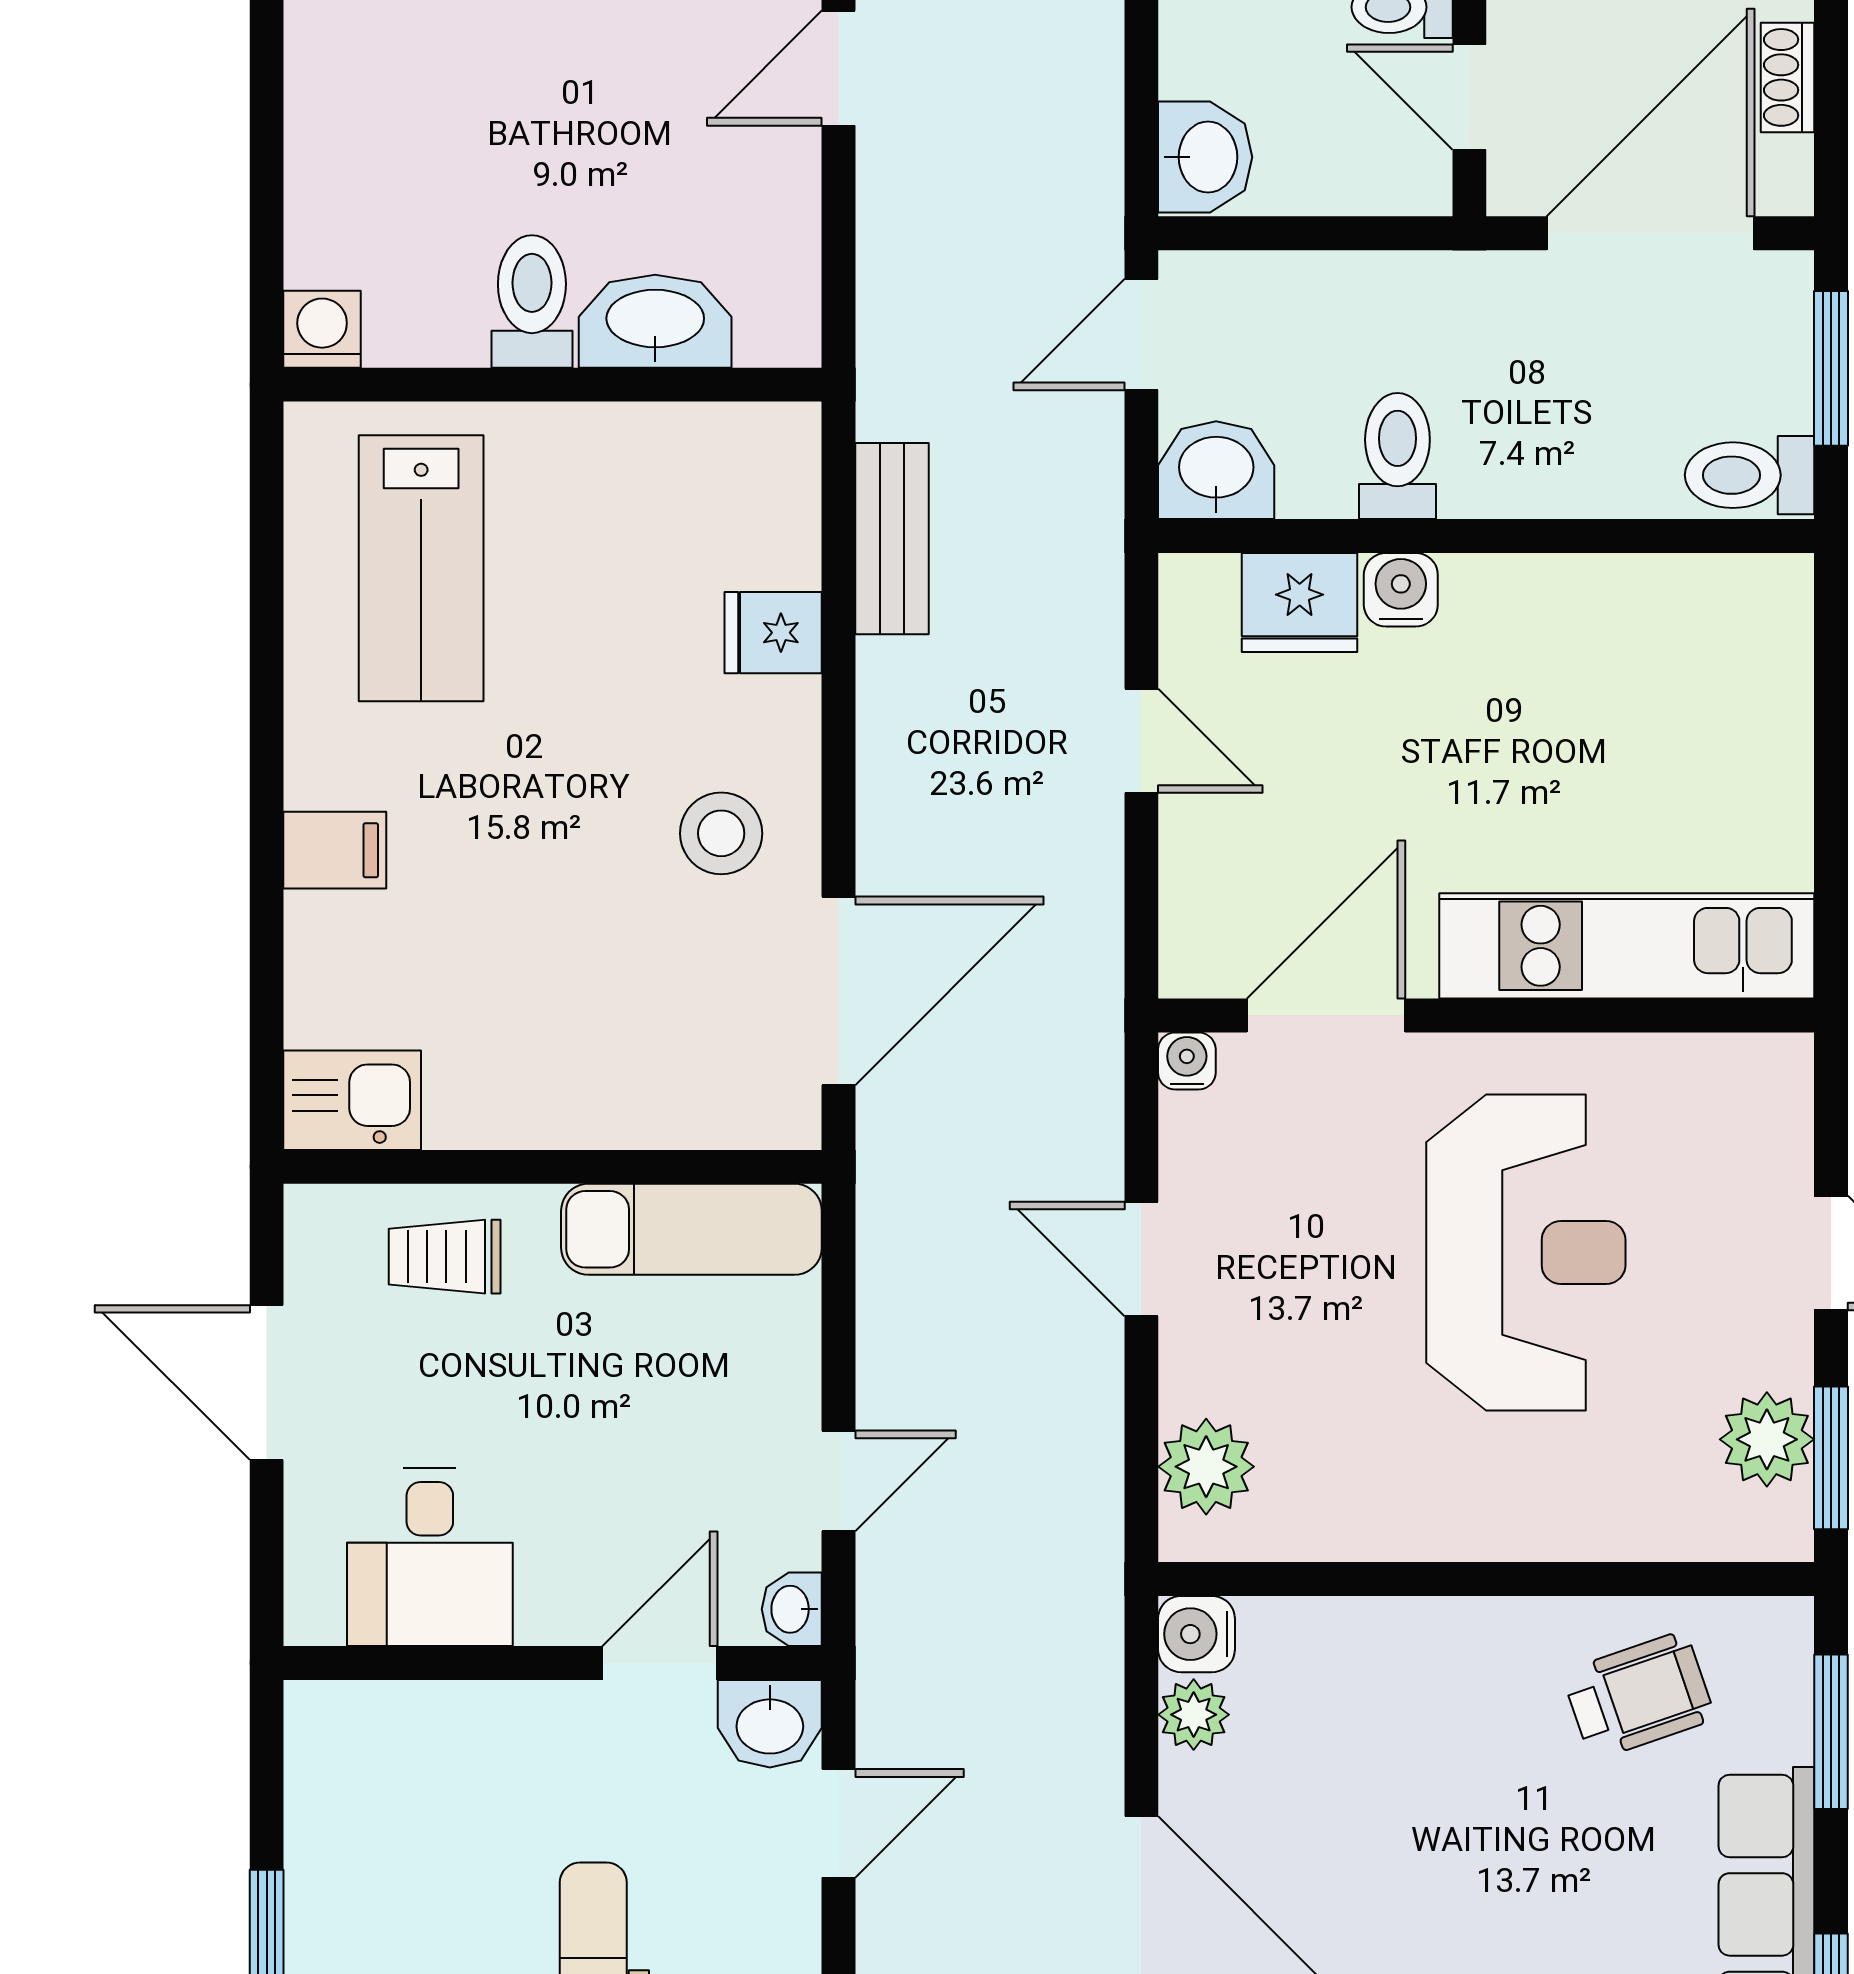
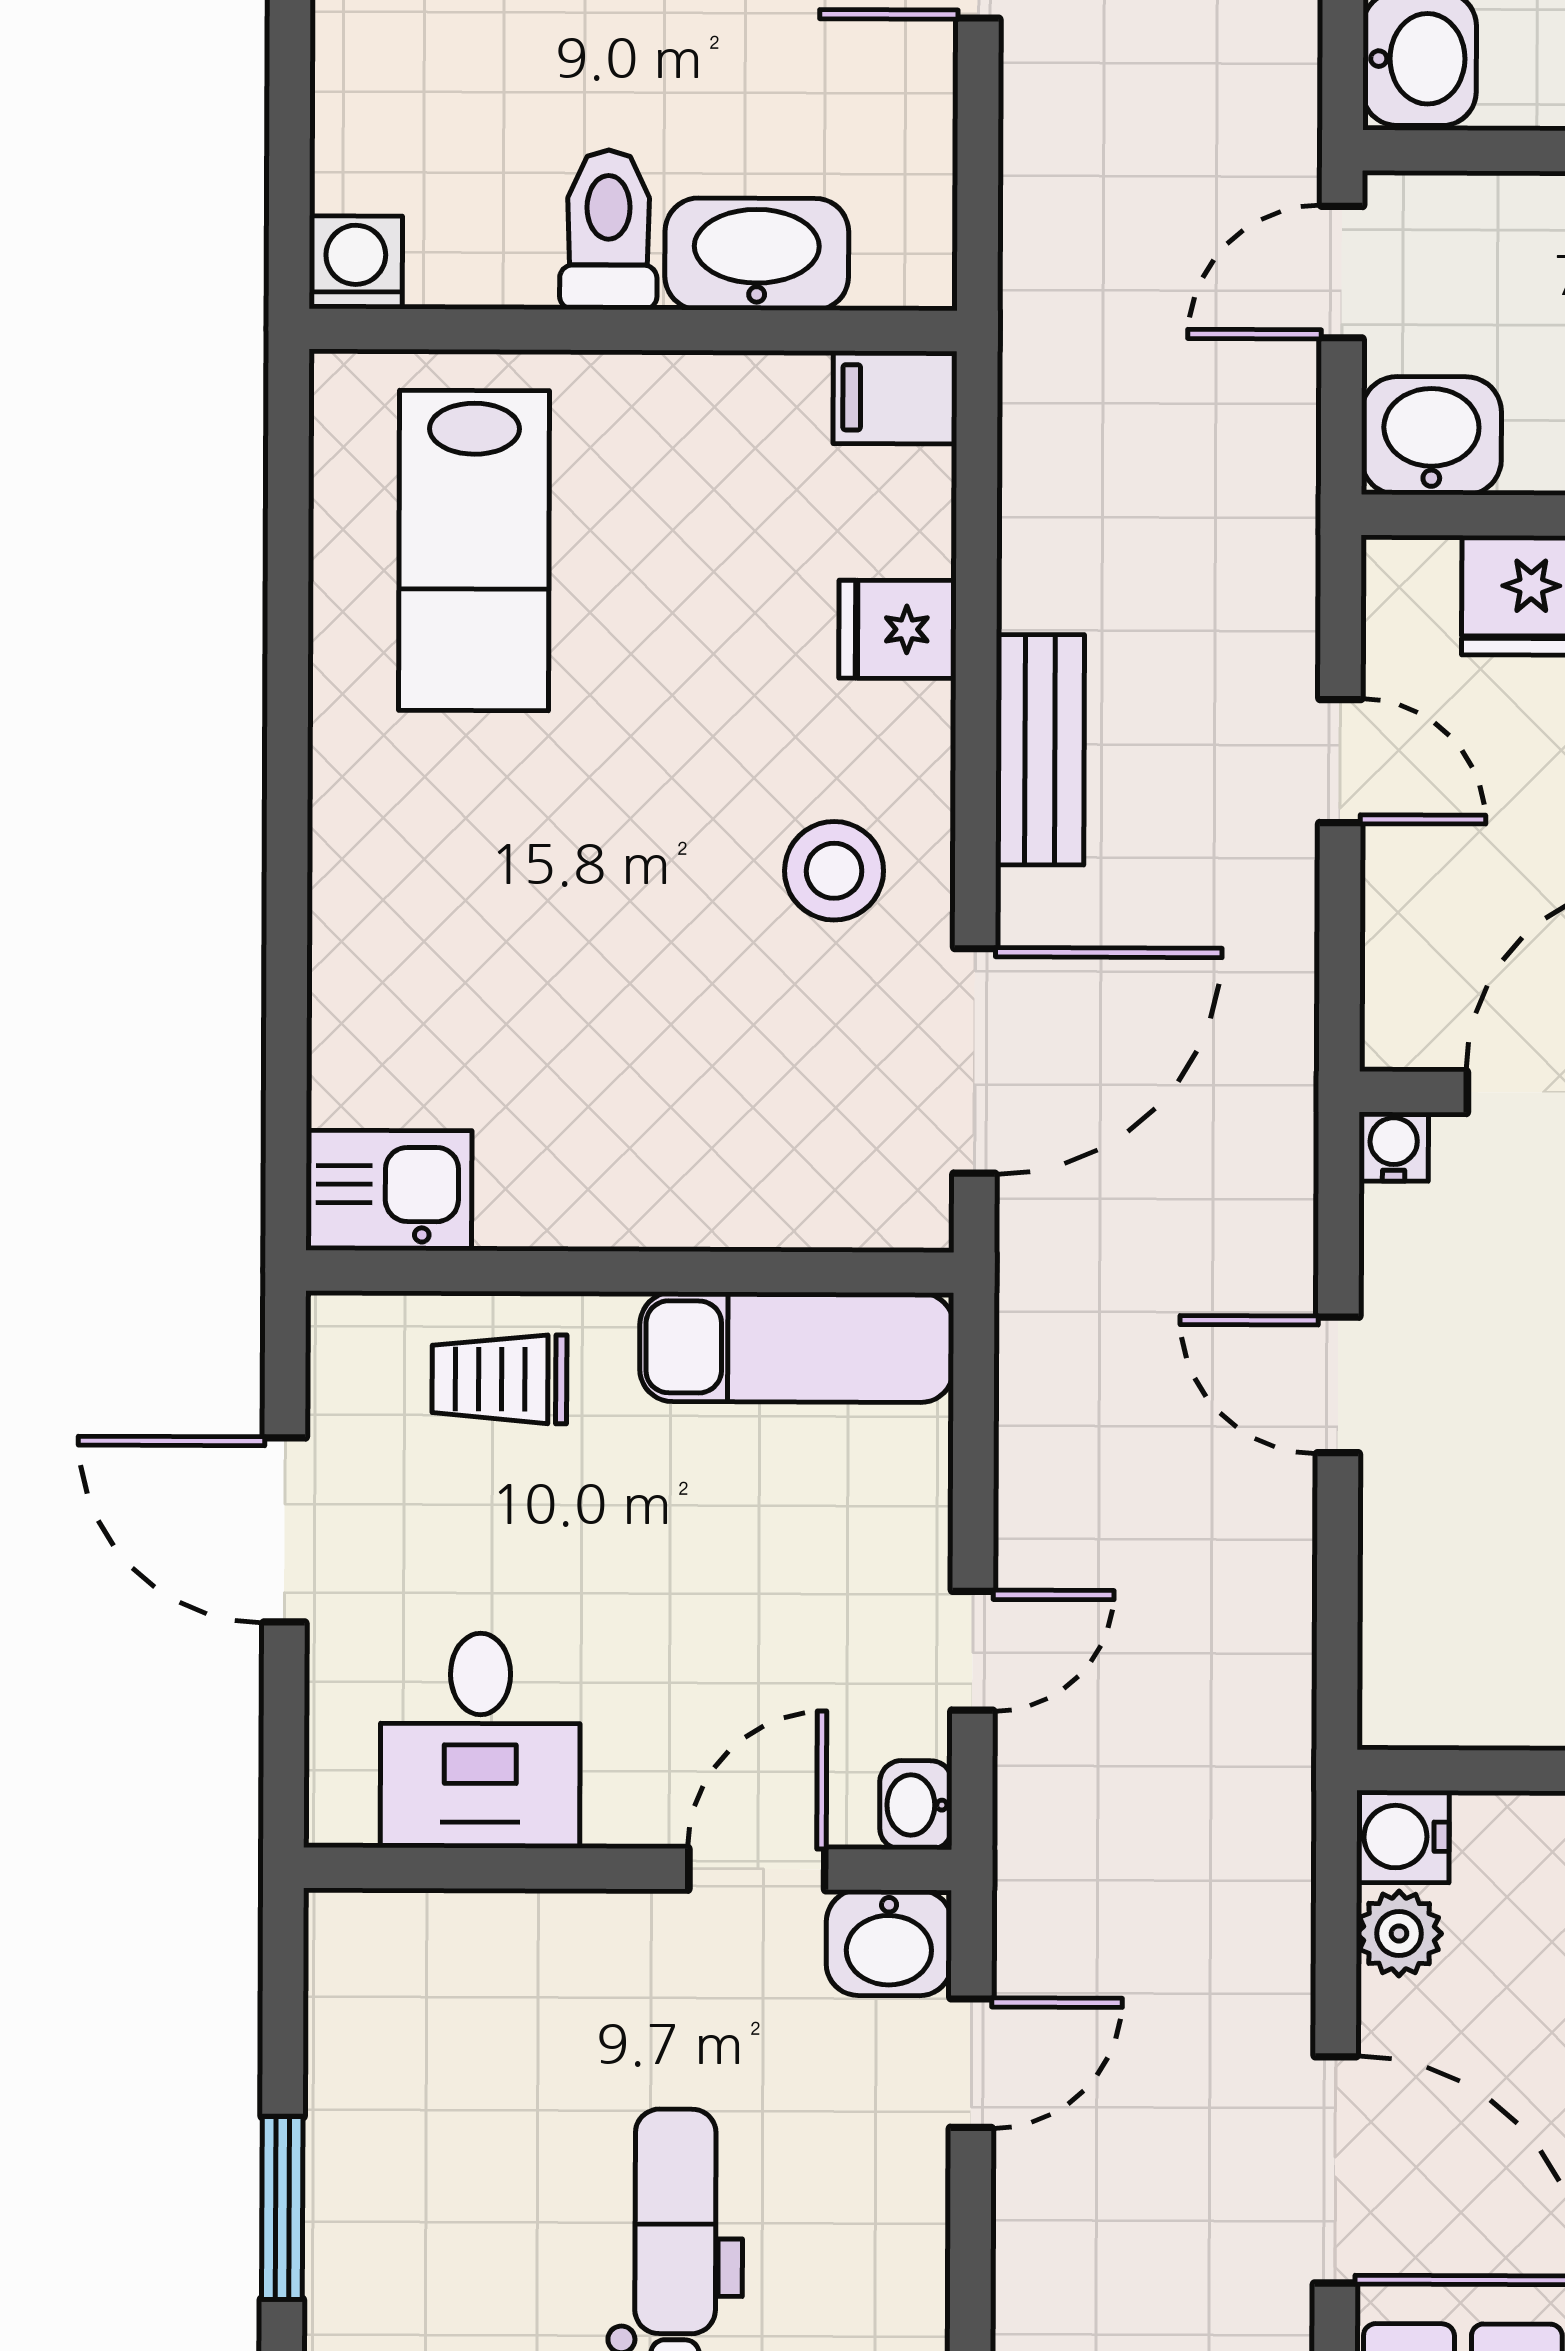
bench: (892, 539) -> (1040, 750), moved
filing cabinet: (335, 850) -> (895, 397), moved, turned 180
plant: (1206, 1467) -> (1415, 1635), removed

